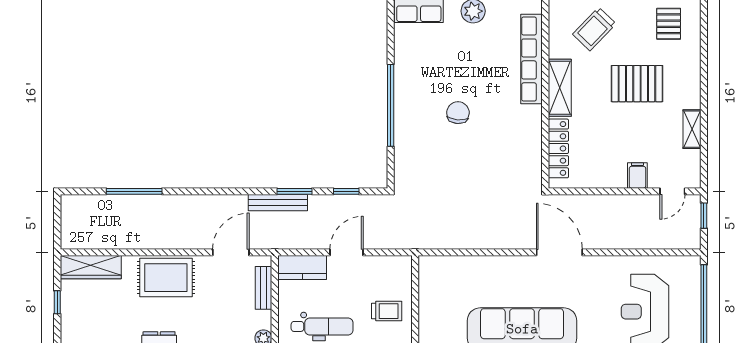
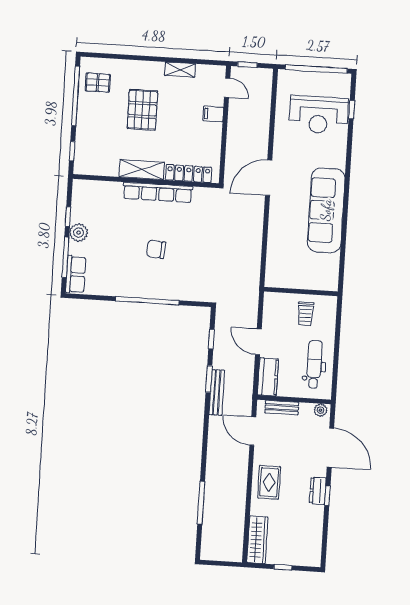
trolley: (594, 29) -> (98, 140), removed
row of seats: (532, 59) -> (158, 192), moved
rug: (166, 278) -> (269, 482), width x0.73, depth x0.70
trolley: (387, 311) -> (306, 314), turned 180

